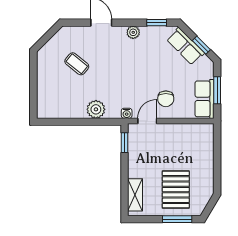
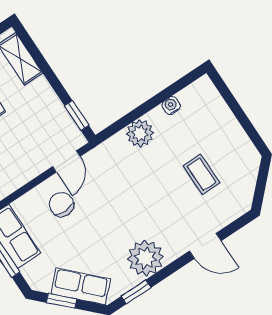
plant: (133, 32) -> (146, 258), width x1.87, depth x1.87
coffee table: (77, 64) -> (202, 174), turned 51
water cooler: (127, 113) -> (171, 105), moved

